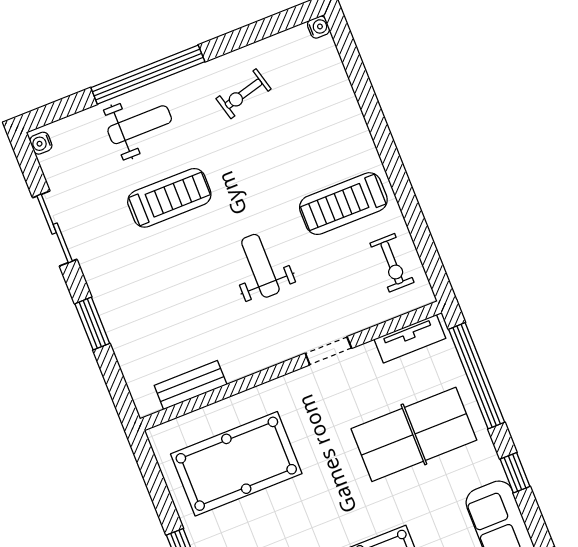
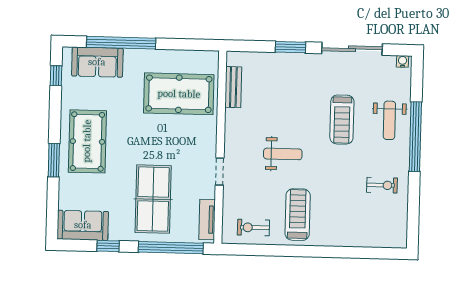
water cooler: (318, 27) -> (401, 242), removed
exercise bike: (244, 94) -> (382, 185), turned 105
sliding door: (55, 229) -> (352, 49), width x1.37
pool table: (236, 464) -> (179, 94), turned 90

